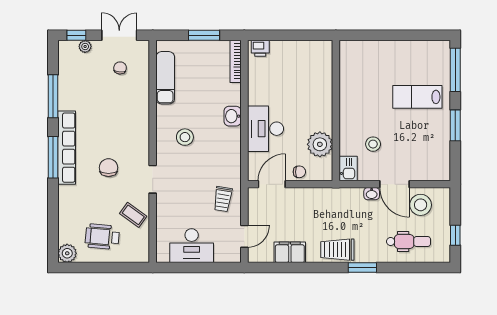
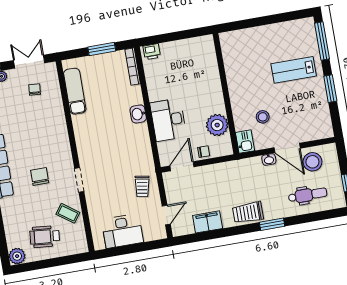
stool: (185, 137) -> (101, 139), removed

